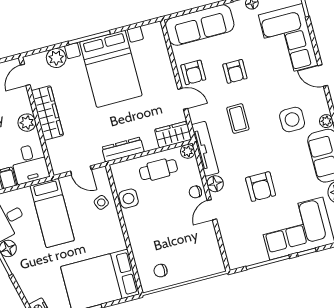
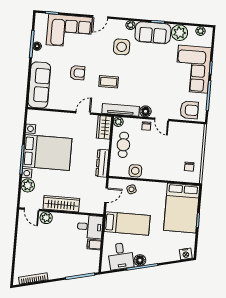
armchair: (193, 72) -> (68, 100), removed
plant: (27, 123) -> (46, 218), moved
armchair: (261, 187) -> (189, 110), moved

